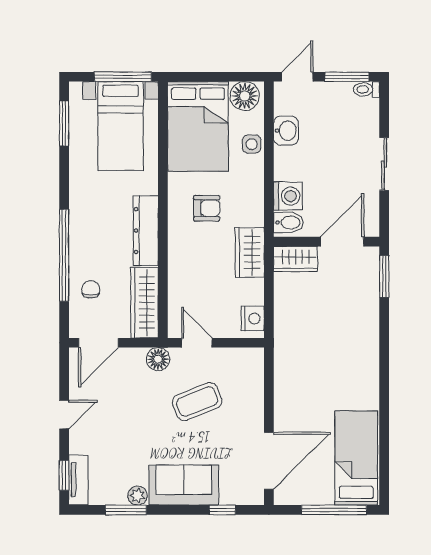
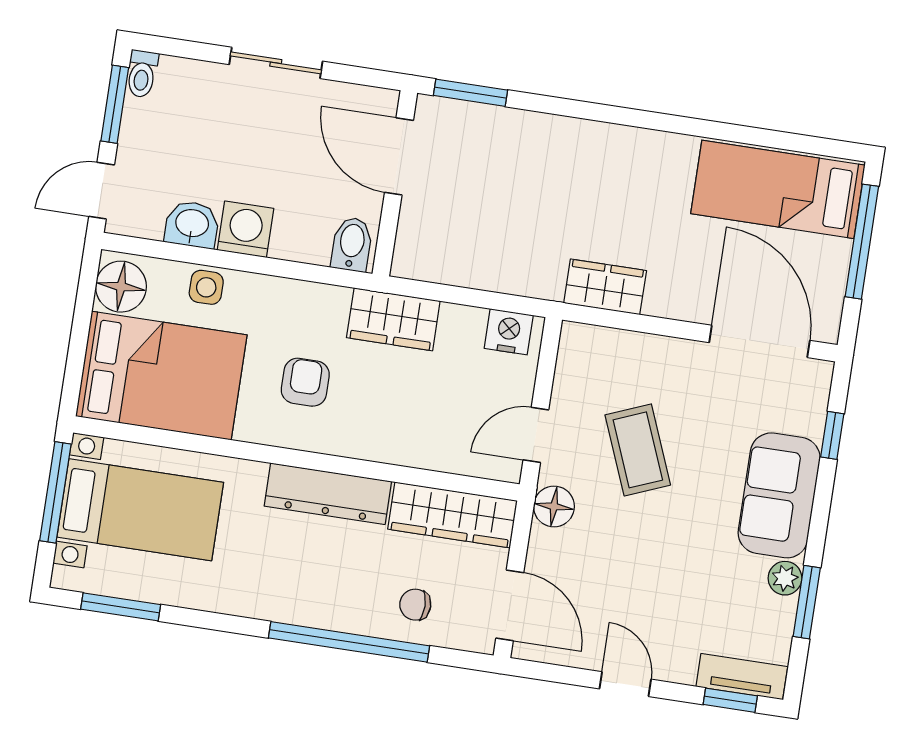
door: (297, 77) -> (102, 191), hinge flipped
washing machine: (288, 196) -> (246, 229), moved
wardrobe: (296, 259) -> (605, 287), moved, turned -90

